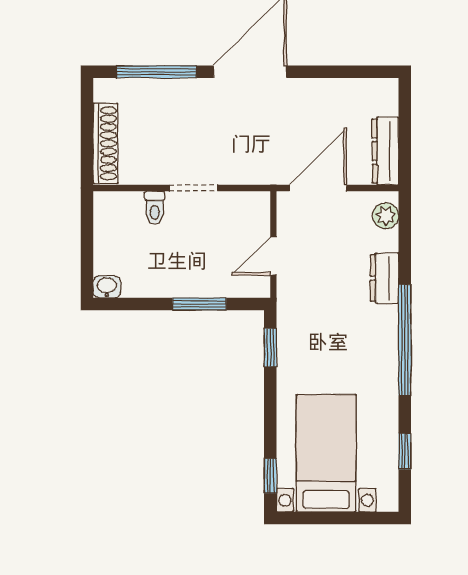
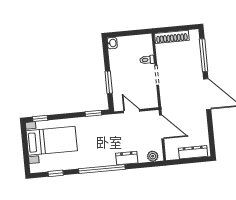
dresser: (385, 151) -> (193, 152), moved

